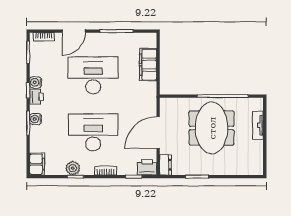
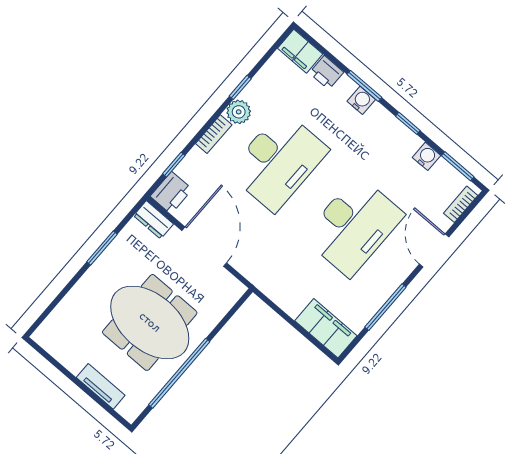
filing cabinet: (148, 65) -> (326, 328), moved
water cooler: (36, 82) -> (427, 156), moved
printer: (36, 97) -> (326, 72), moved
plant: (73, 168) -> (239, 112), moved

